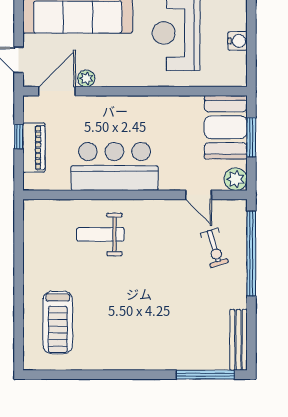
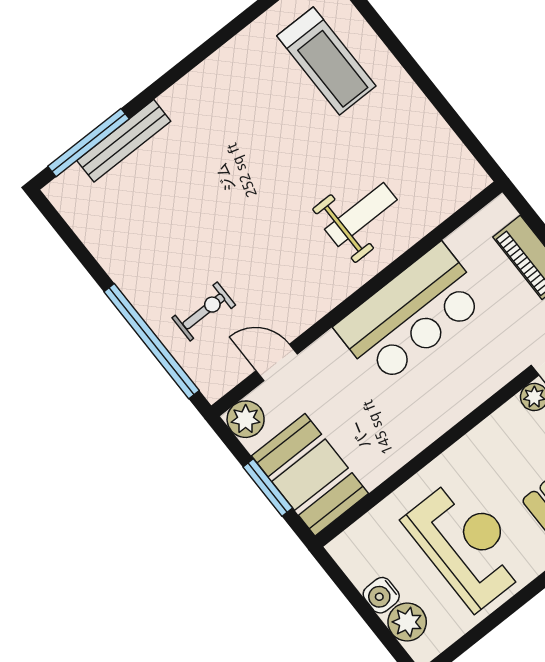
plant: (235, 18) -> (407, 622), added
exercise bike: (214, 248) -> (204, 311), turned 107
treadmill: (58, 323) -> (326, 61), turned 180
bench: (238, 340) -> (124, 141), moved, turned 90

